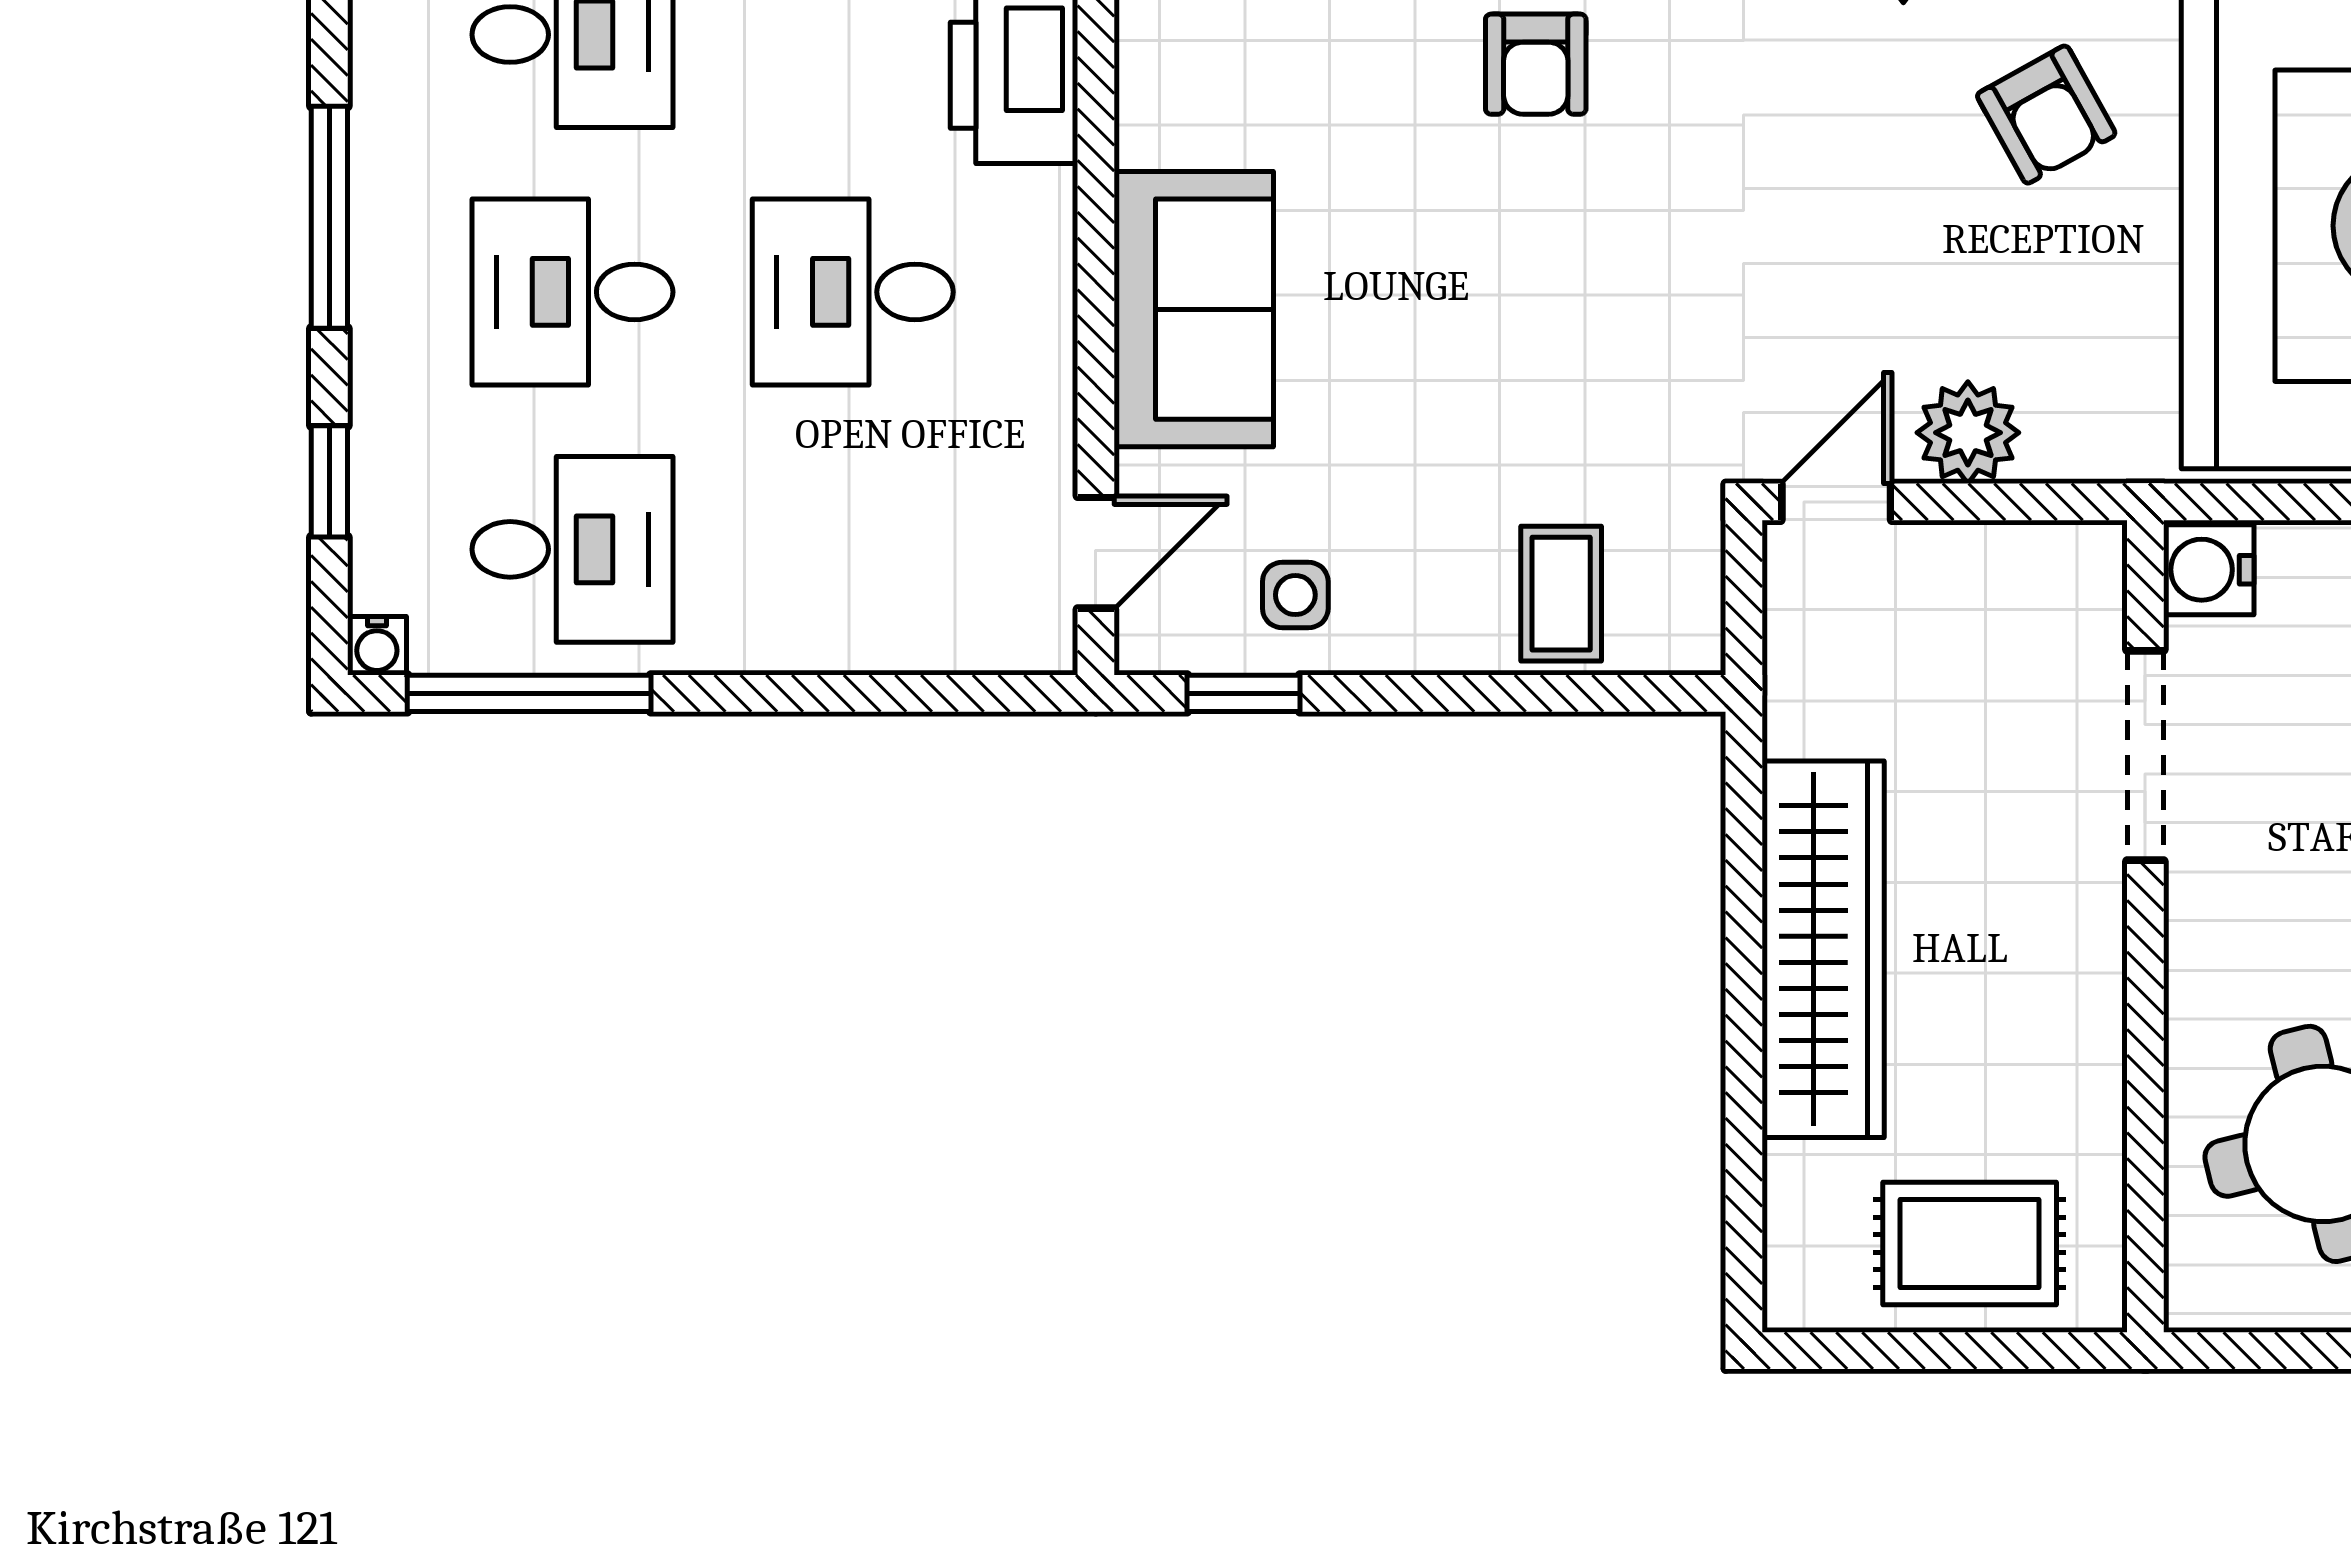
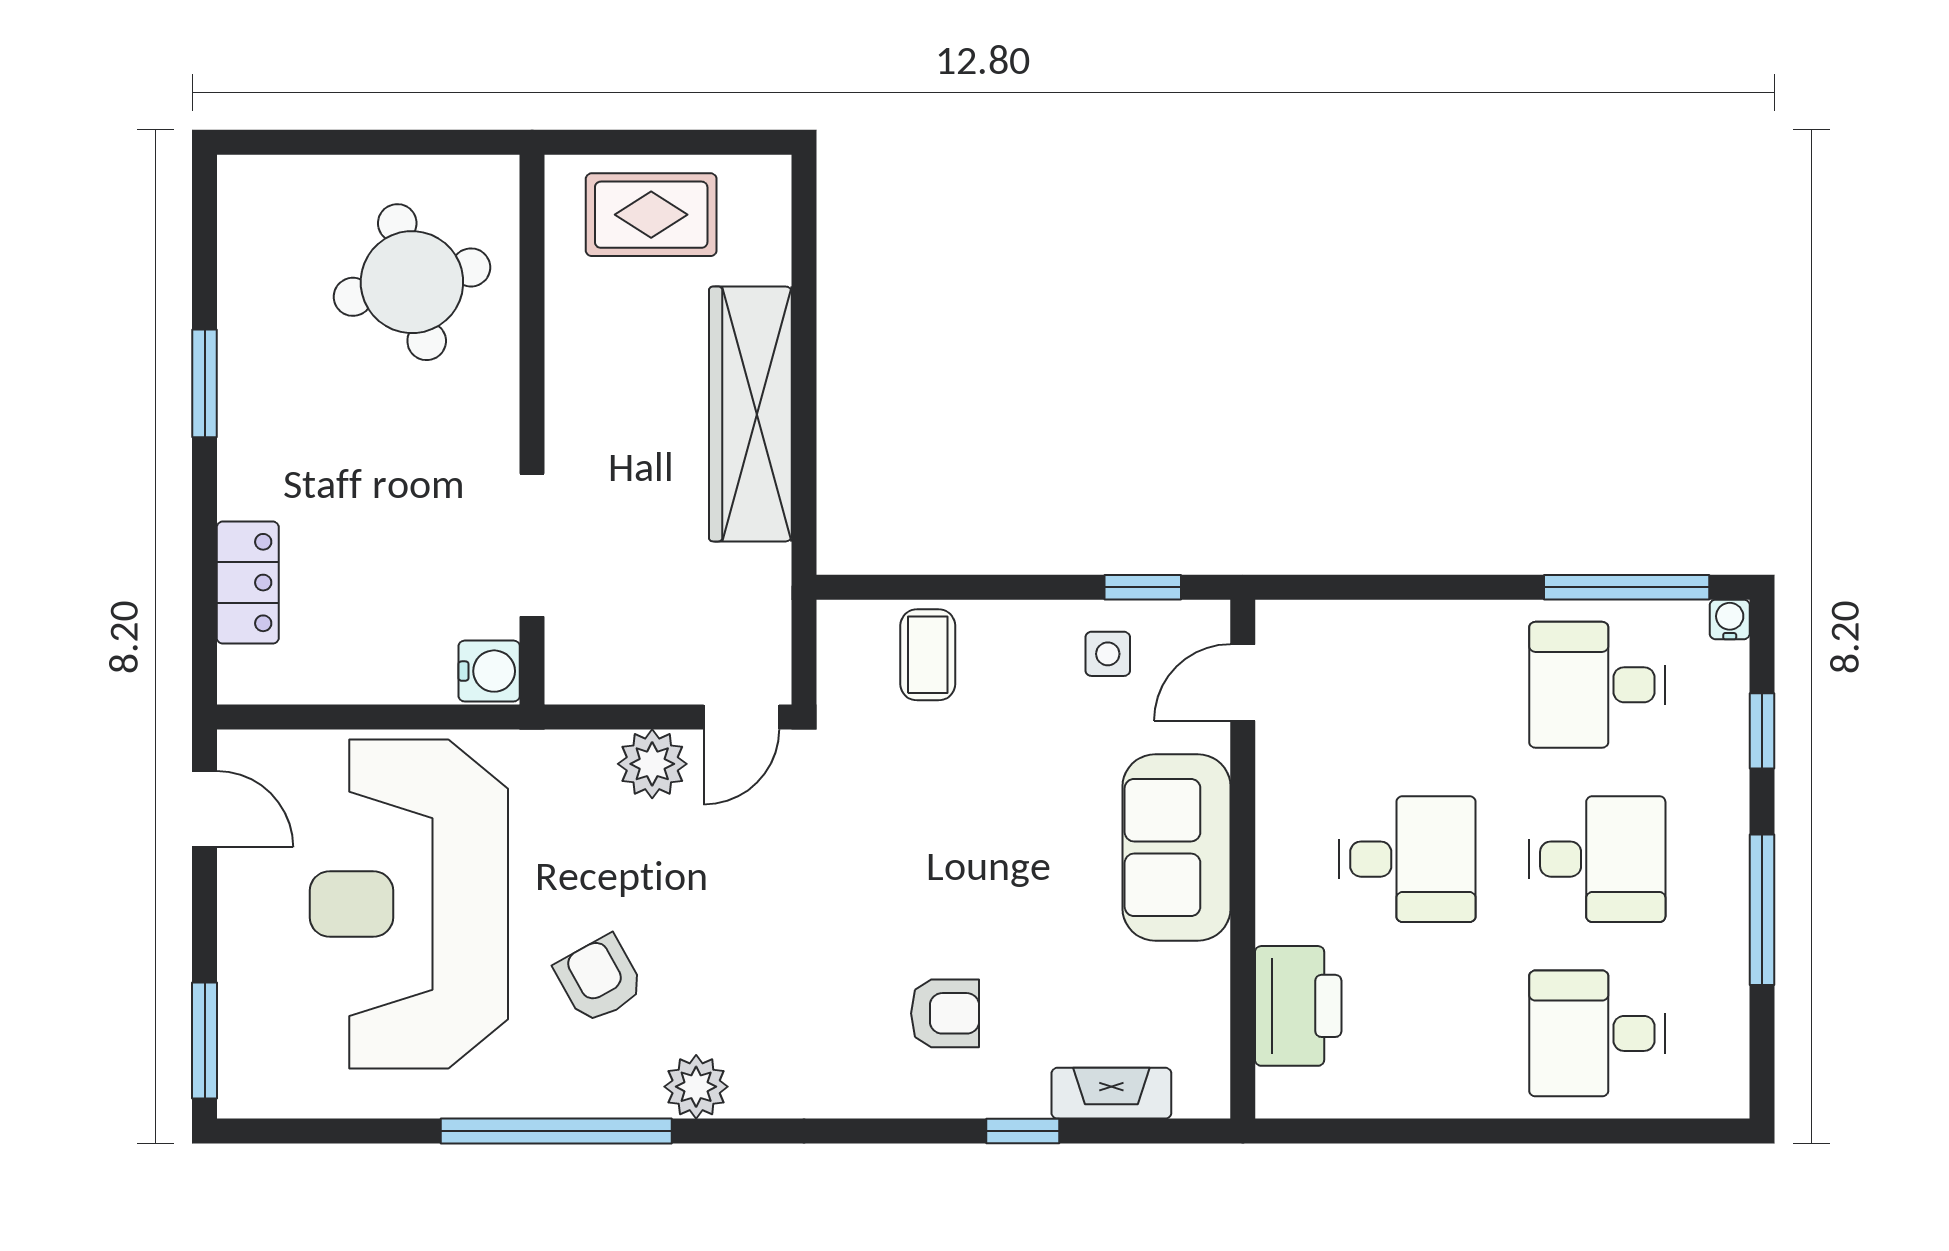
armchair: (1536, 64) -> (945, 1013), turned 90

